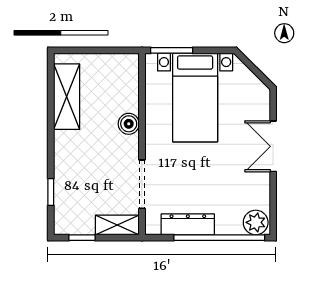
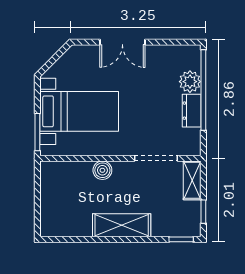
shelving: (67, 97) -> (122, 225), moved
window: (51, 192) -> (181, 239), moved
plant: (256, 222) -> (190, 82), moved
dresser: (188, 224) -> (192, 111), width x0.70

